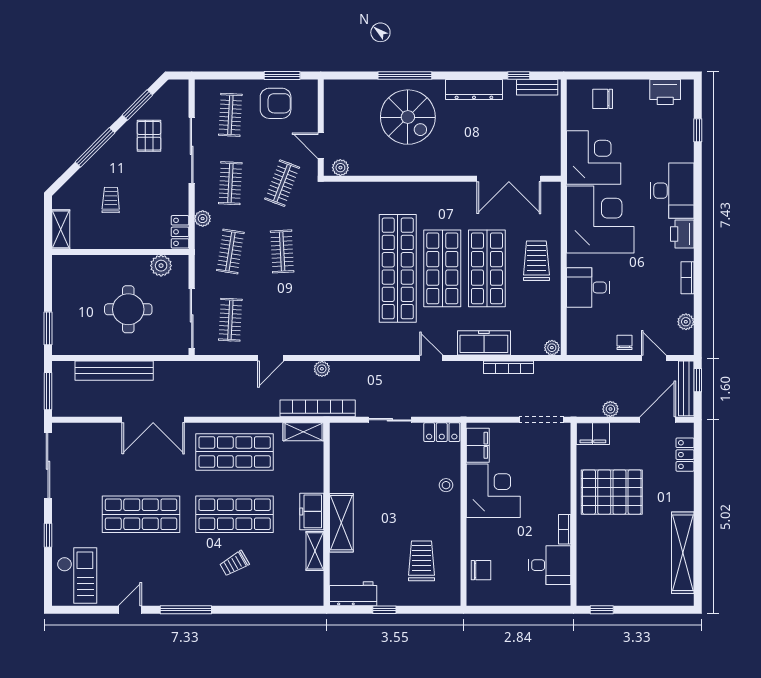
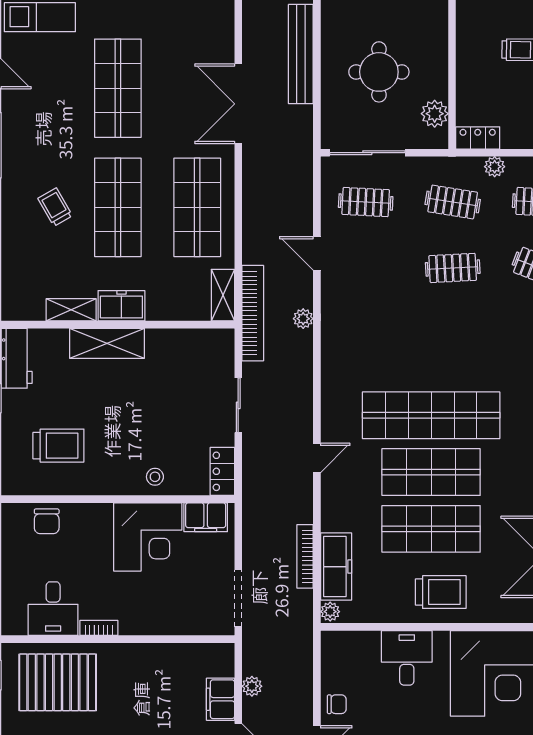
freezer: (484, 343) -> (336, 567), moved
filing cabinet: (593, 434) -> (220, 699), moved
pallet: (612, 492) -> (58, 682), moved, turned 90

